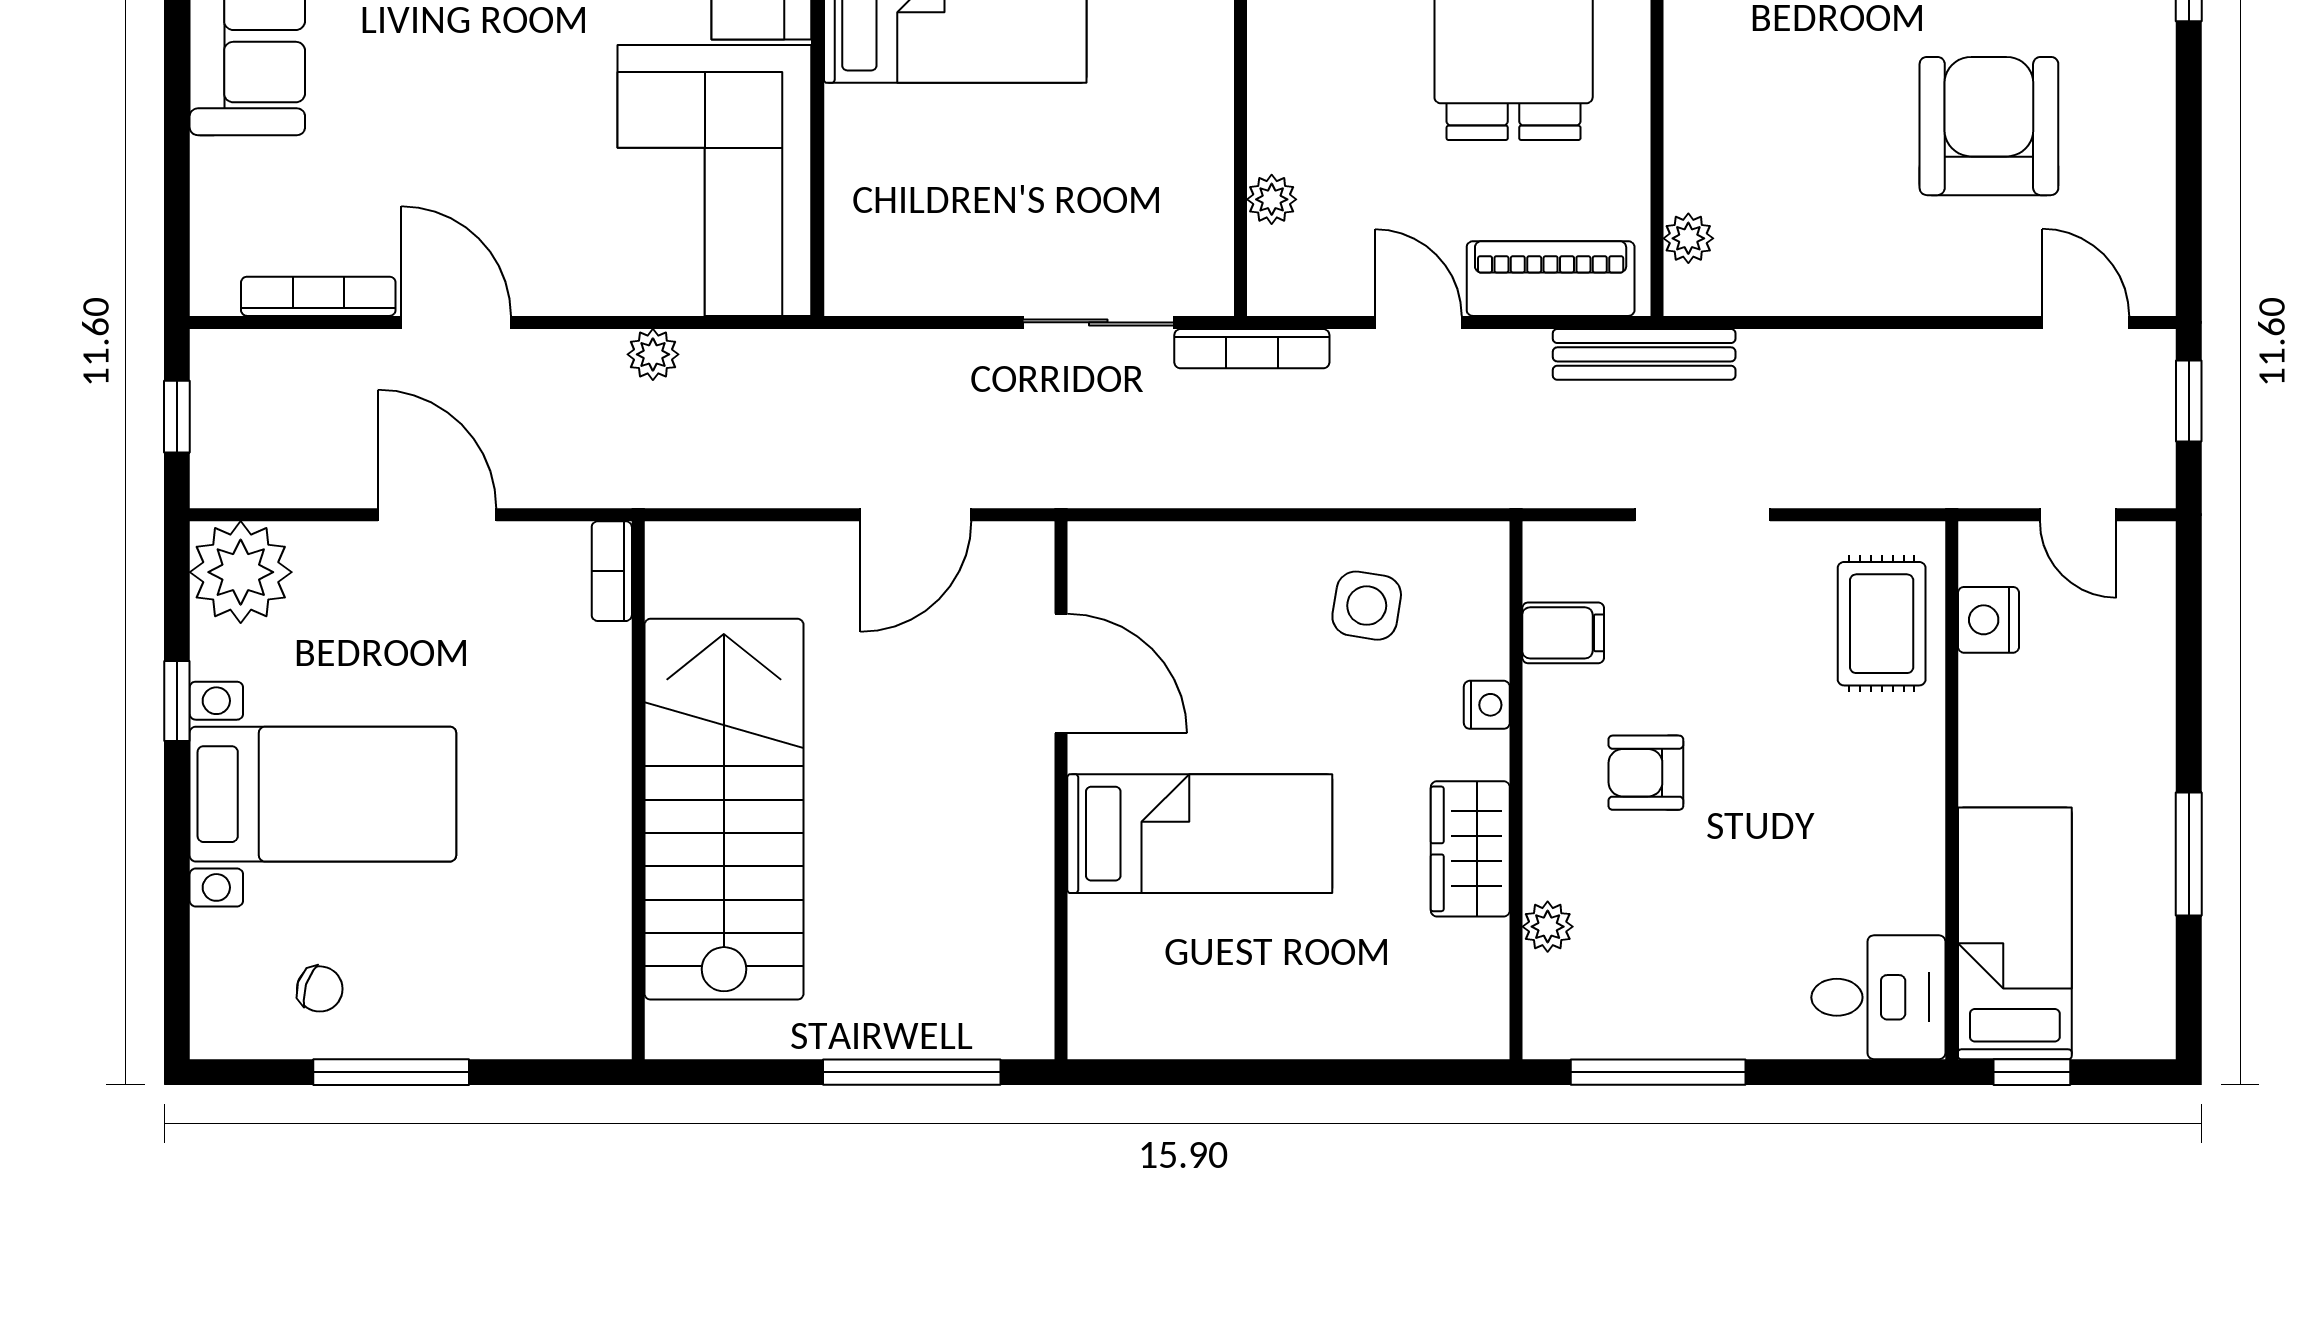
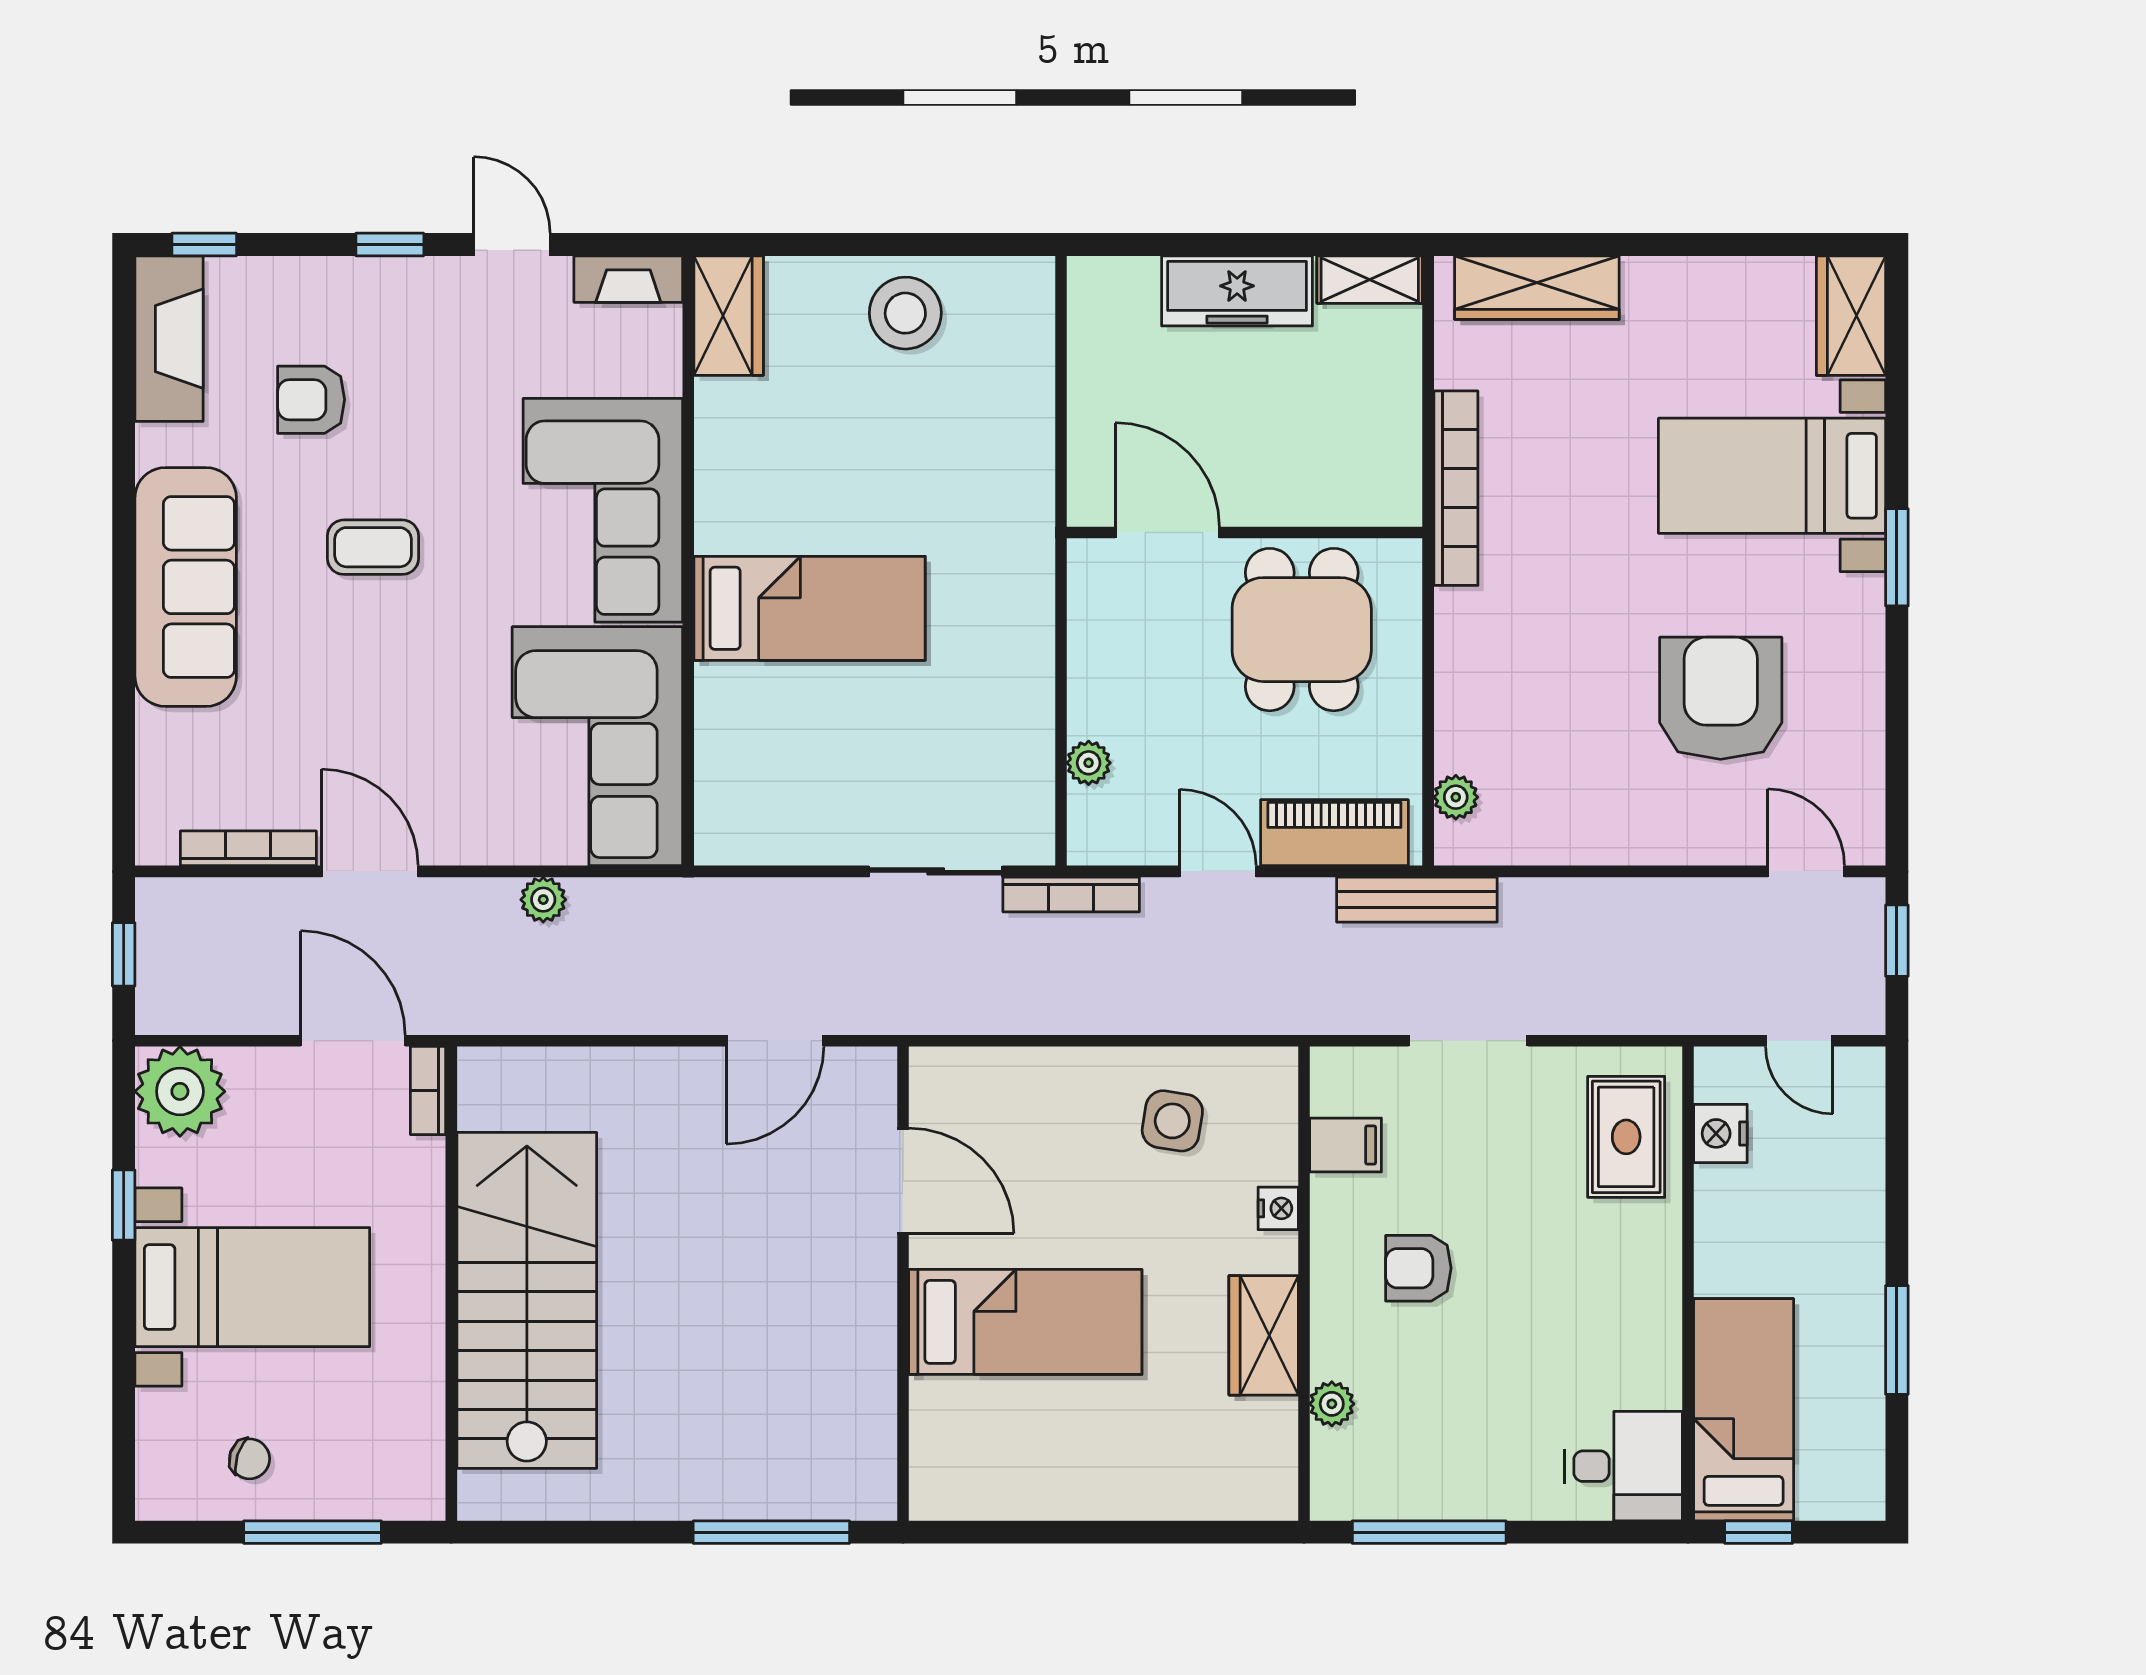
bookcase: (612, 571) -> (428, 1091), moved
wall: (638, 790) -> (451, 1284), moved
stairs: (724, 809) -> (527, 1300), moved

